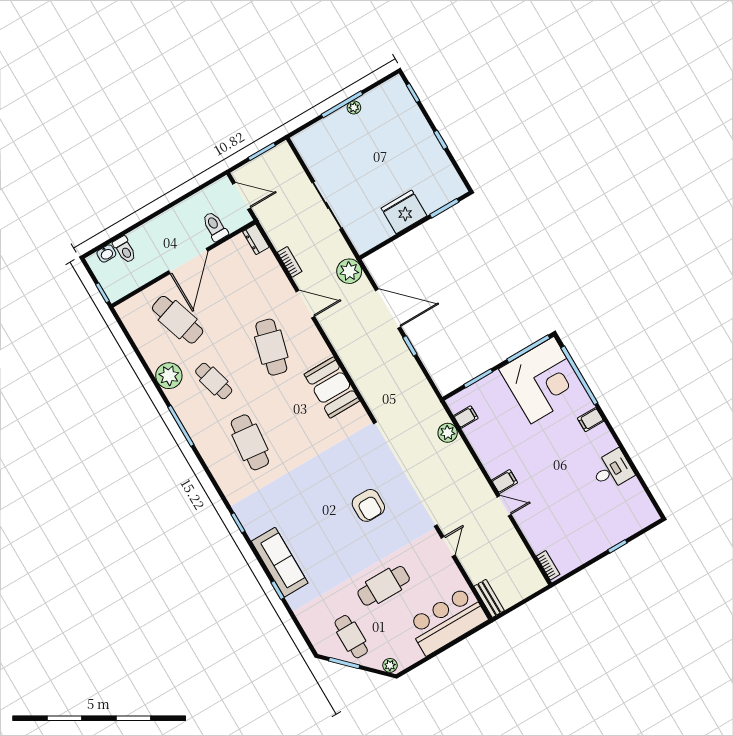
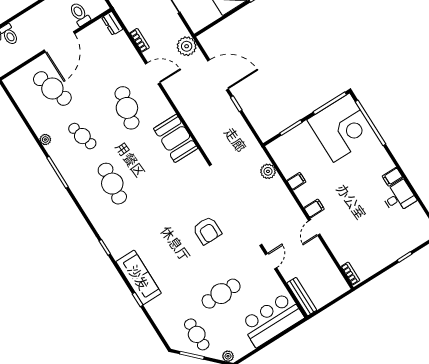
plant: (169, 376) -> (45, 140), width x0.53, depth x0.53
filing cabinet: (466, 417) -> (296, 181), moved
filing cabinet: (591, 420) -> (392, 177), moved
door: (504, 506) -> (314, 228), swing flipped
bench: (489, 598) -> (302, 297), width x1.36

